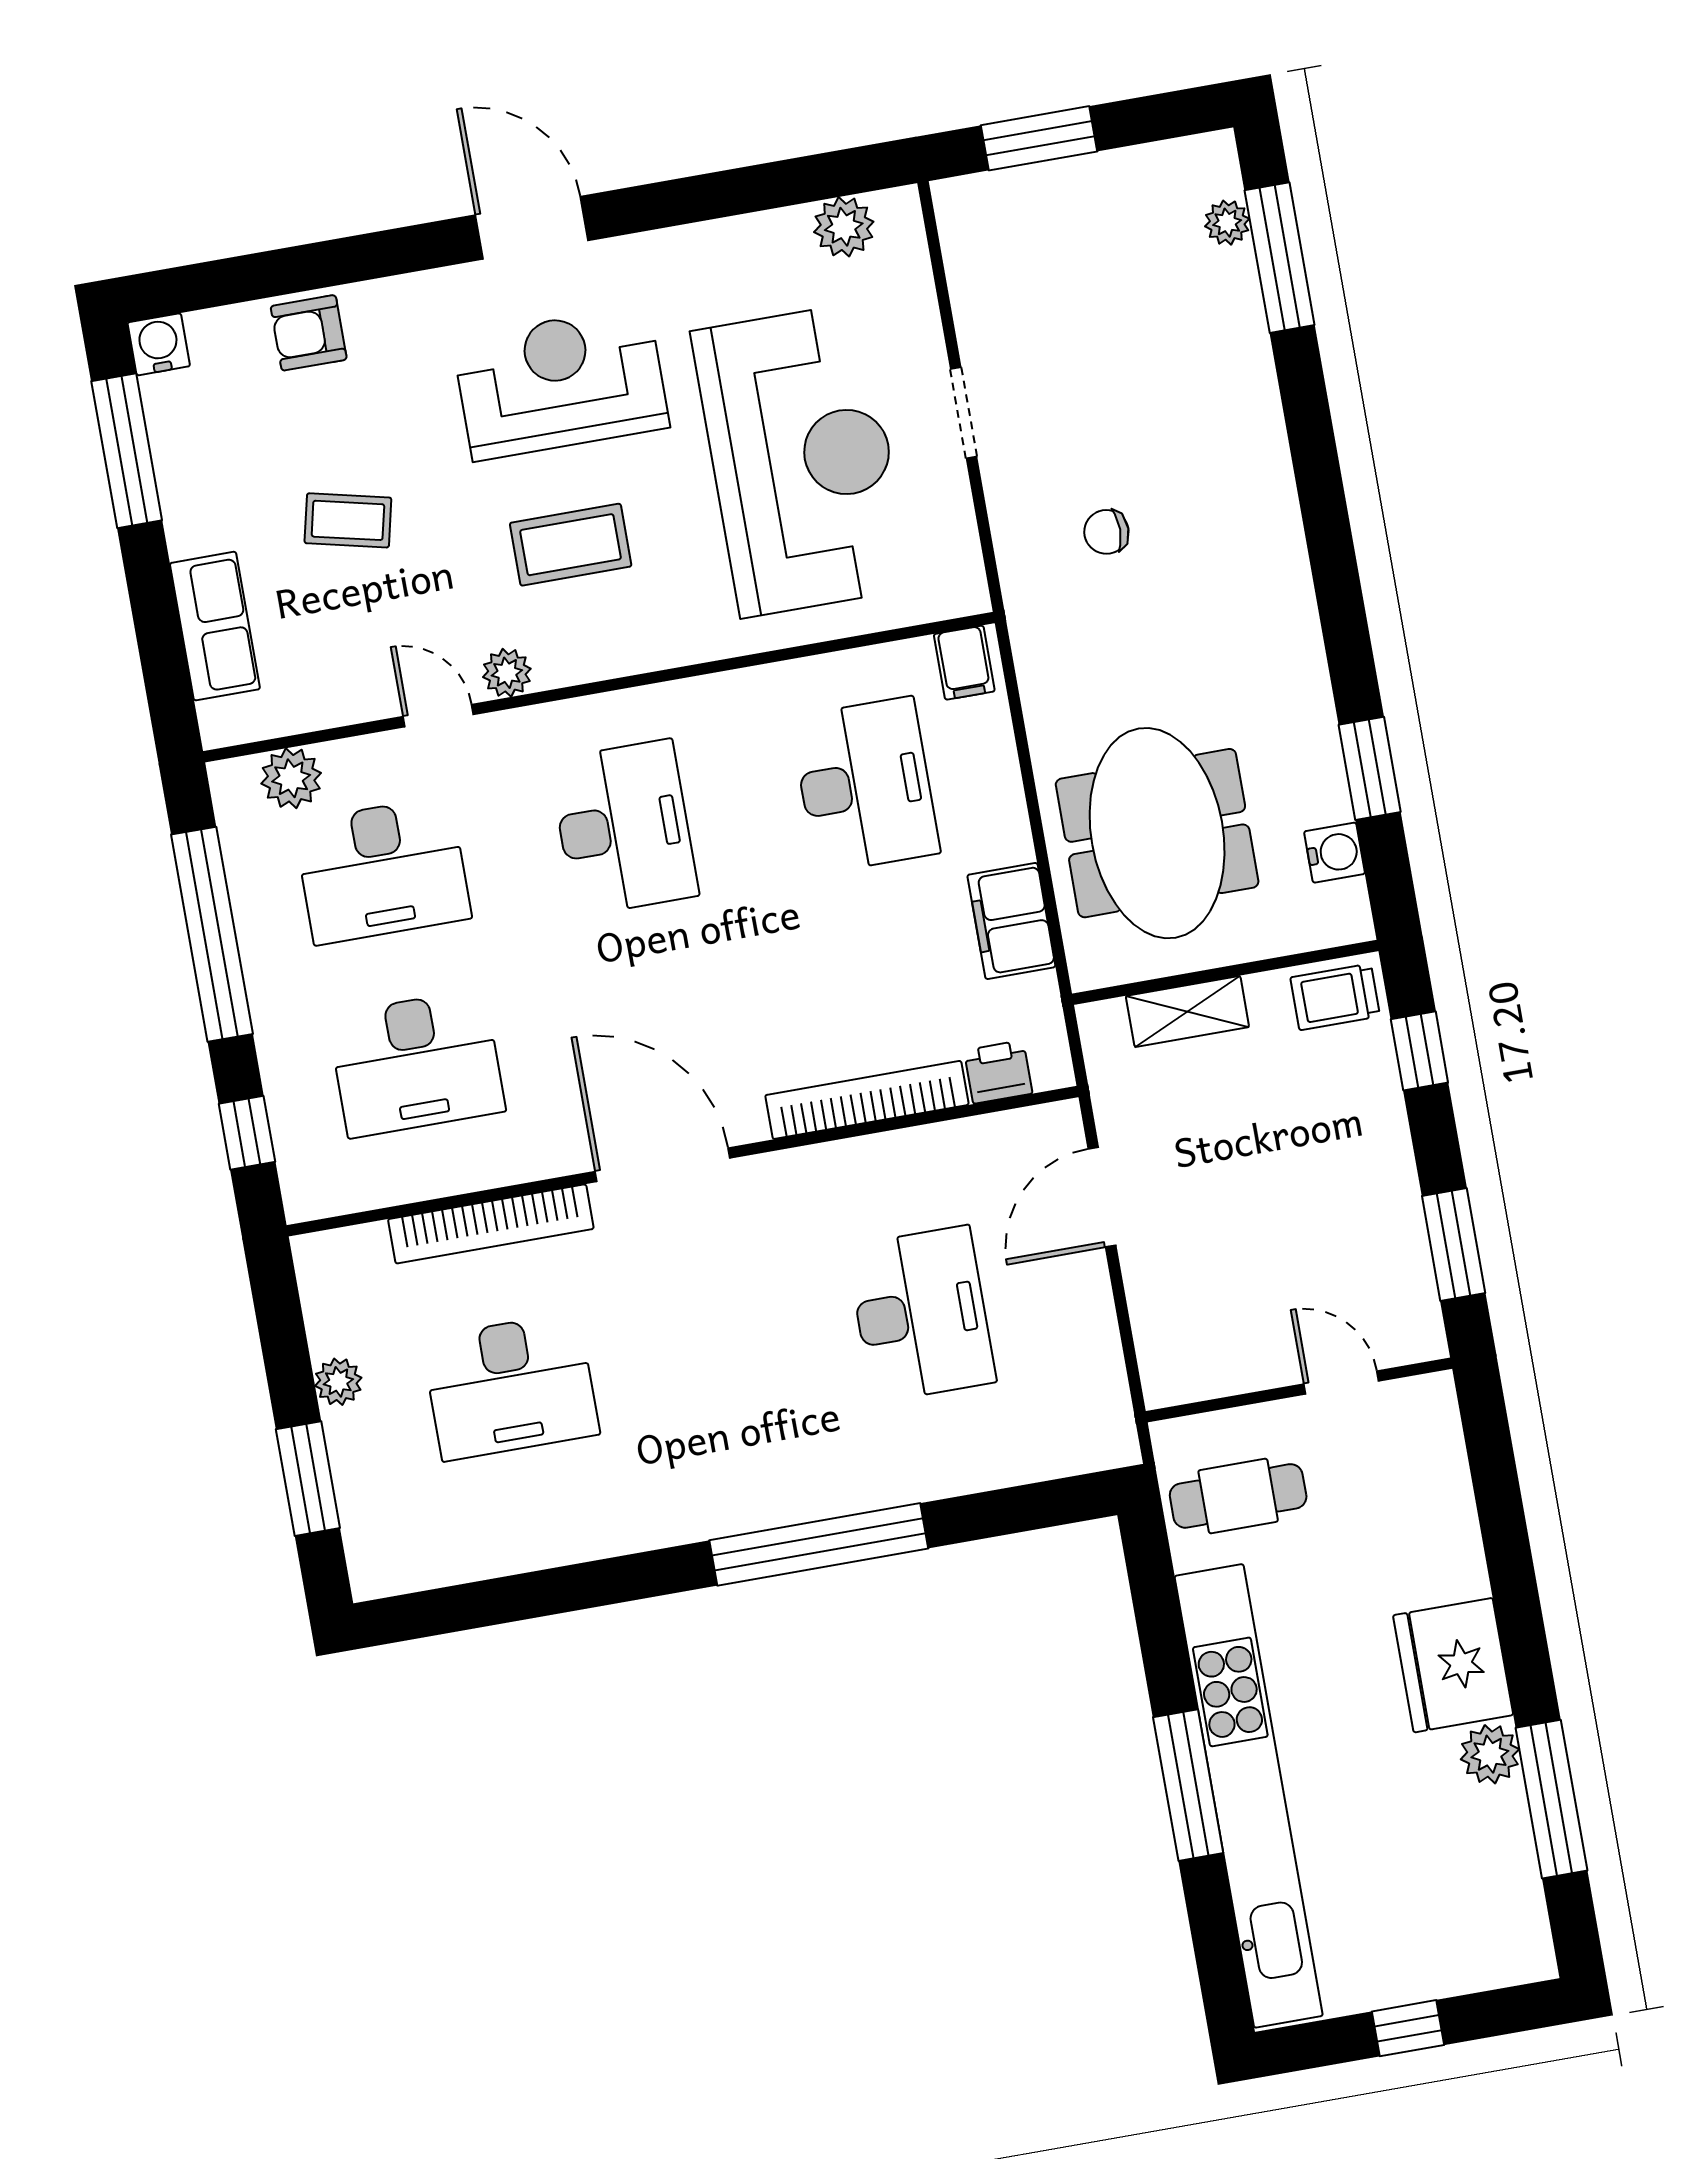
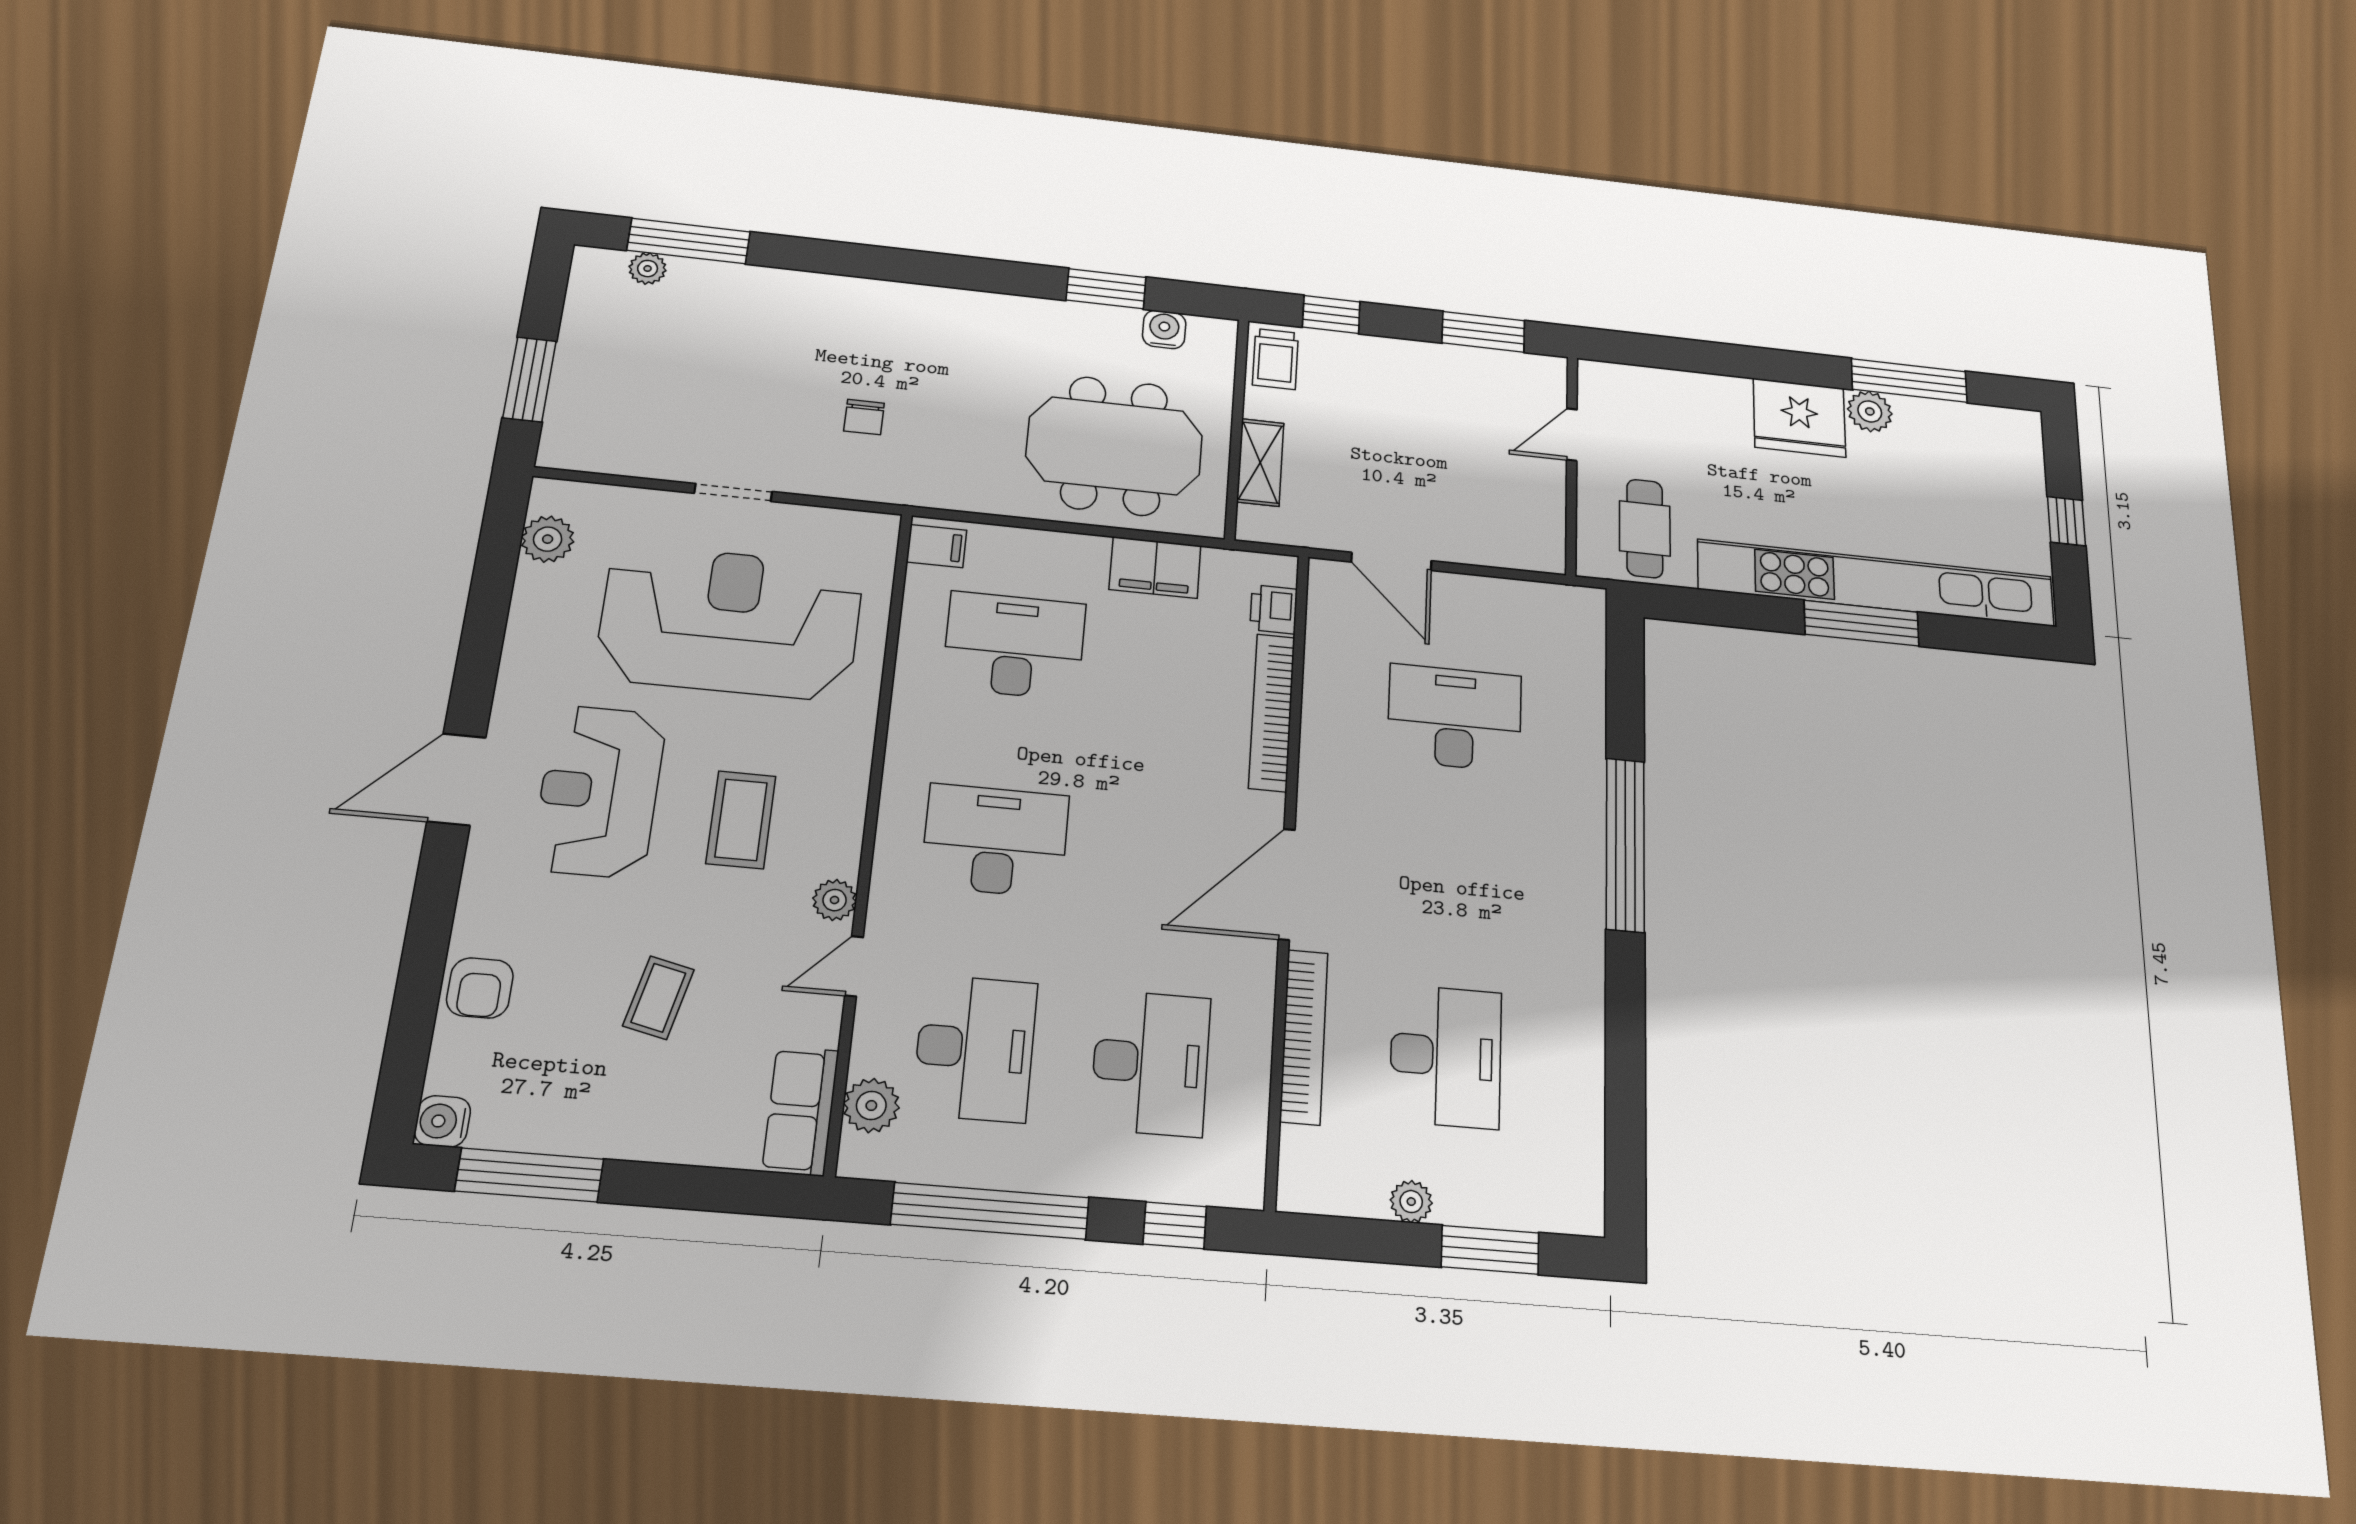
row of seats: (215, 626) -> (801, 1111), moved, turned -90

